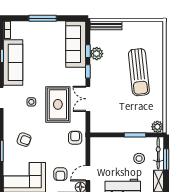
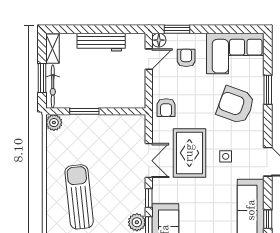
armchair: (24, 140) -> (236, 105), width x1.88, depth x1.88
stool: (139, 158) -> (79, 79), removed

